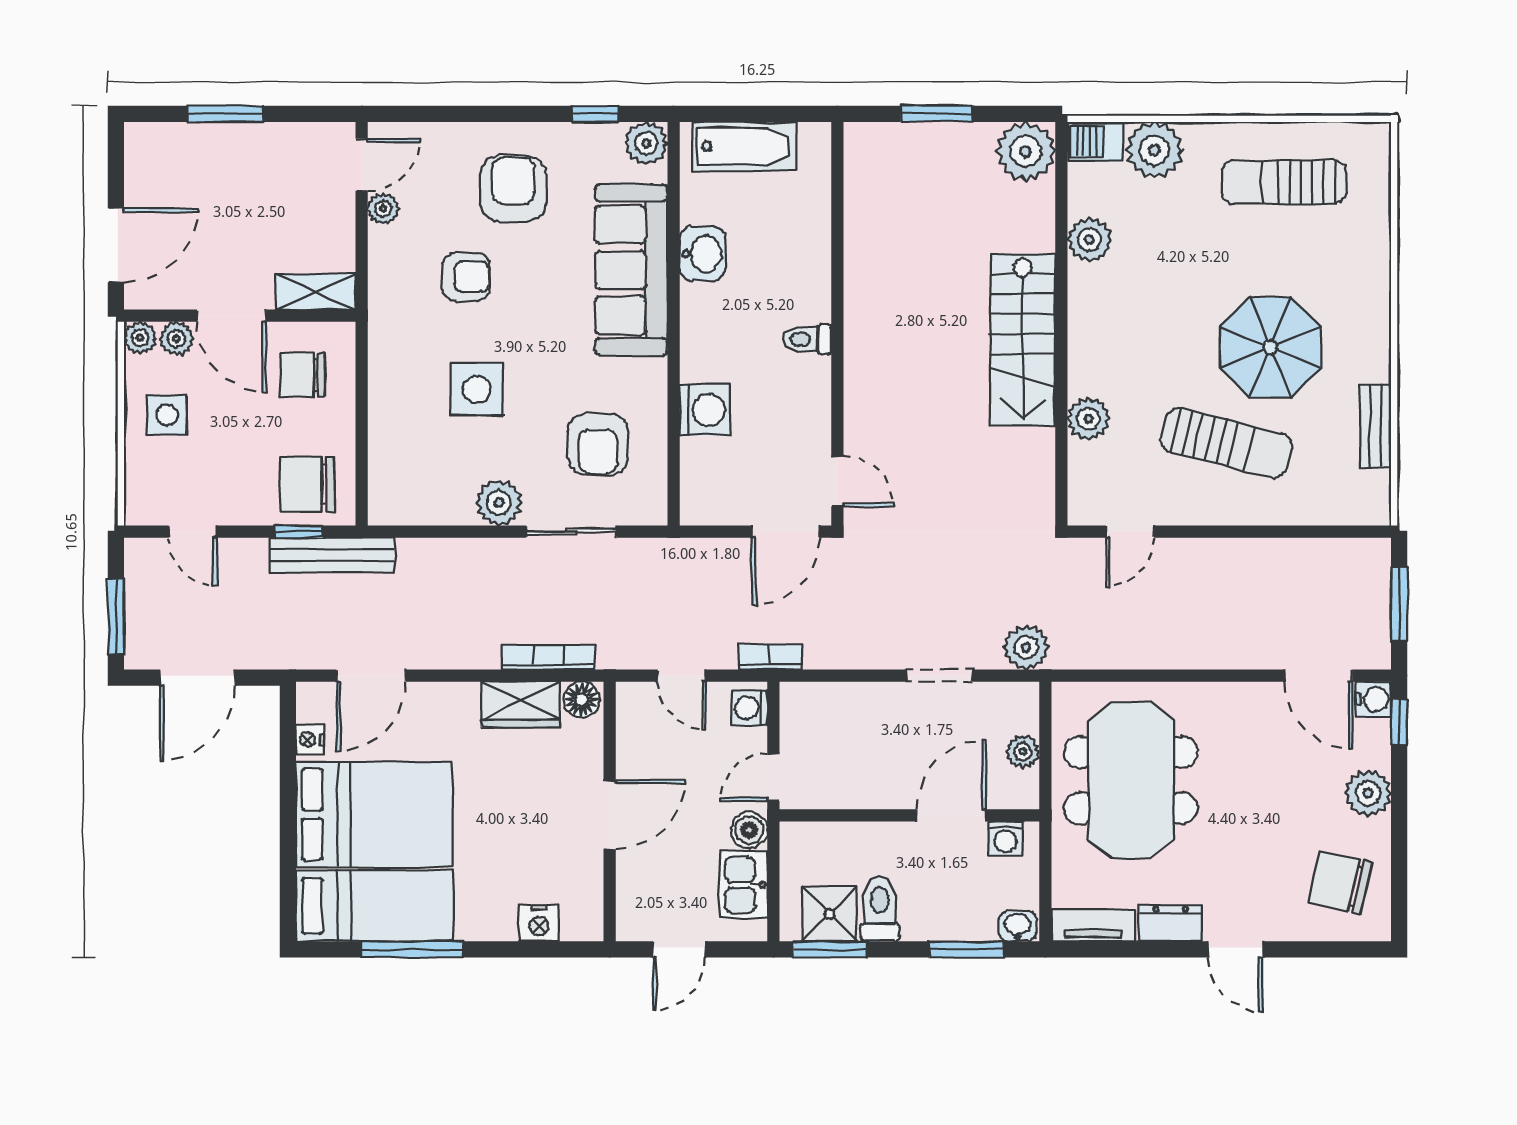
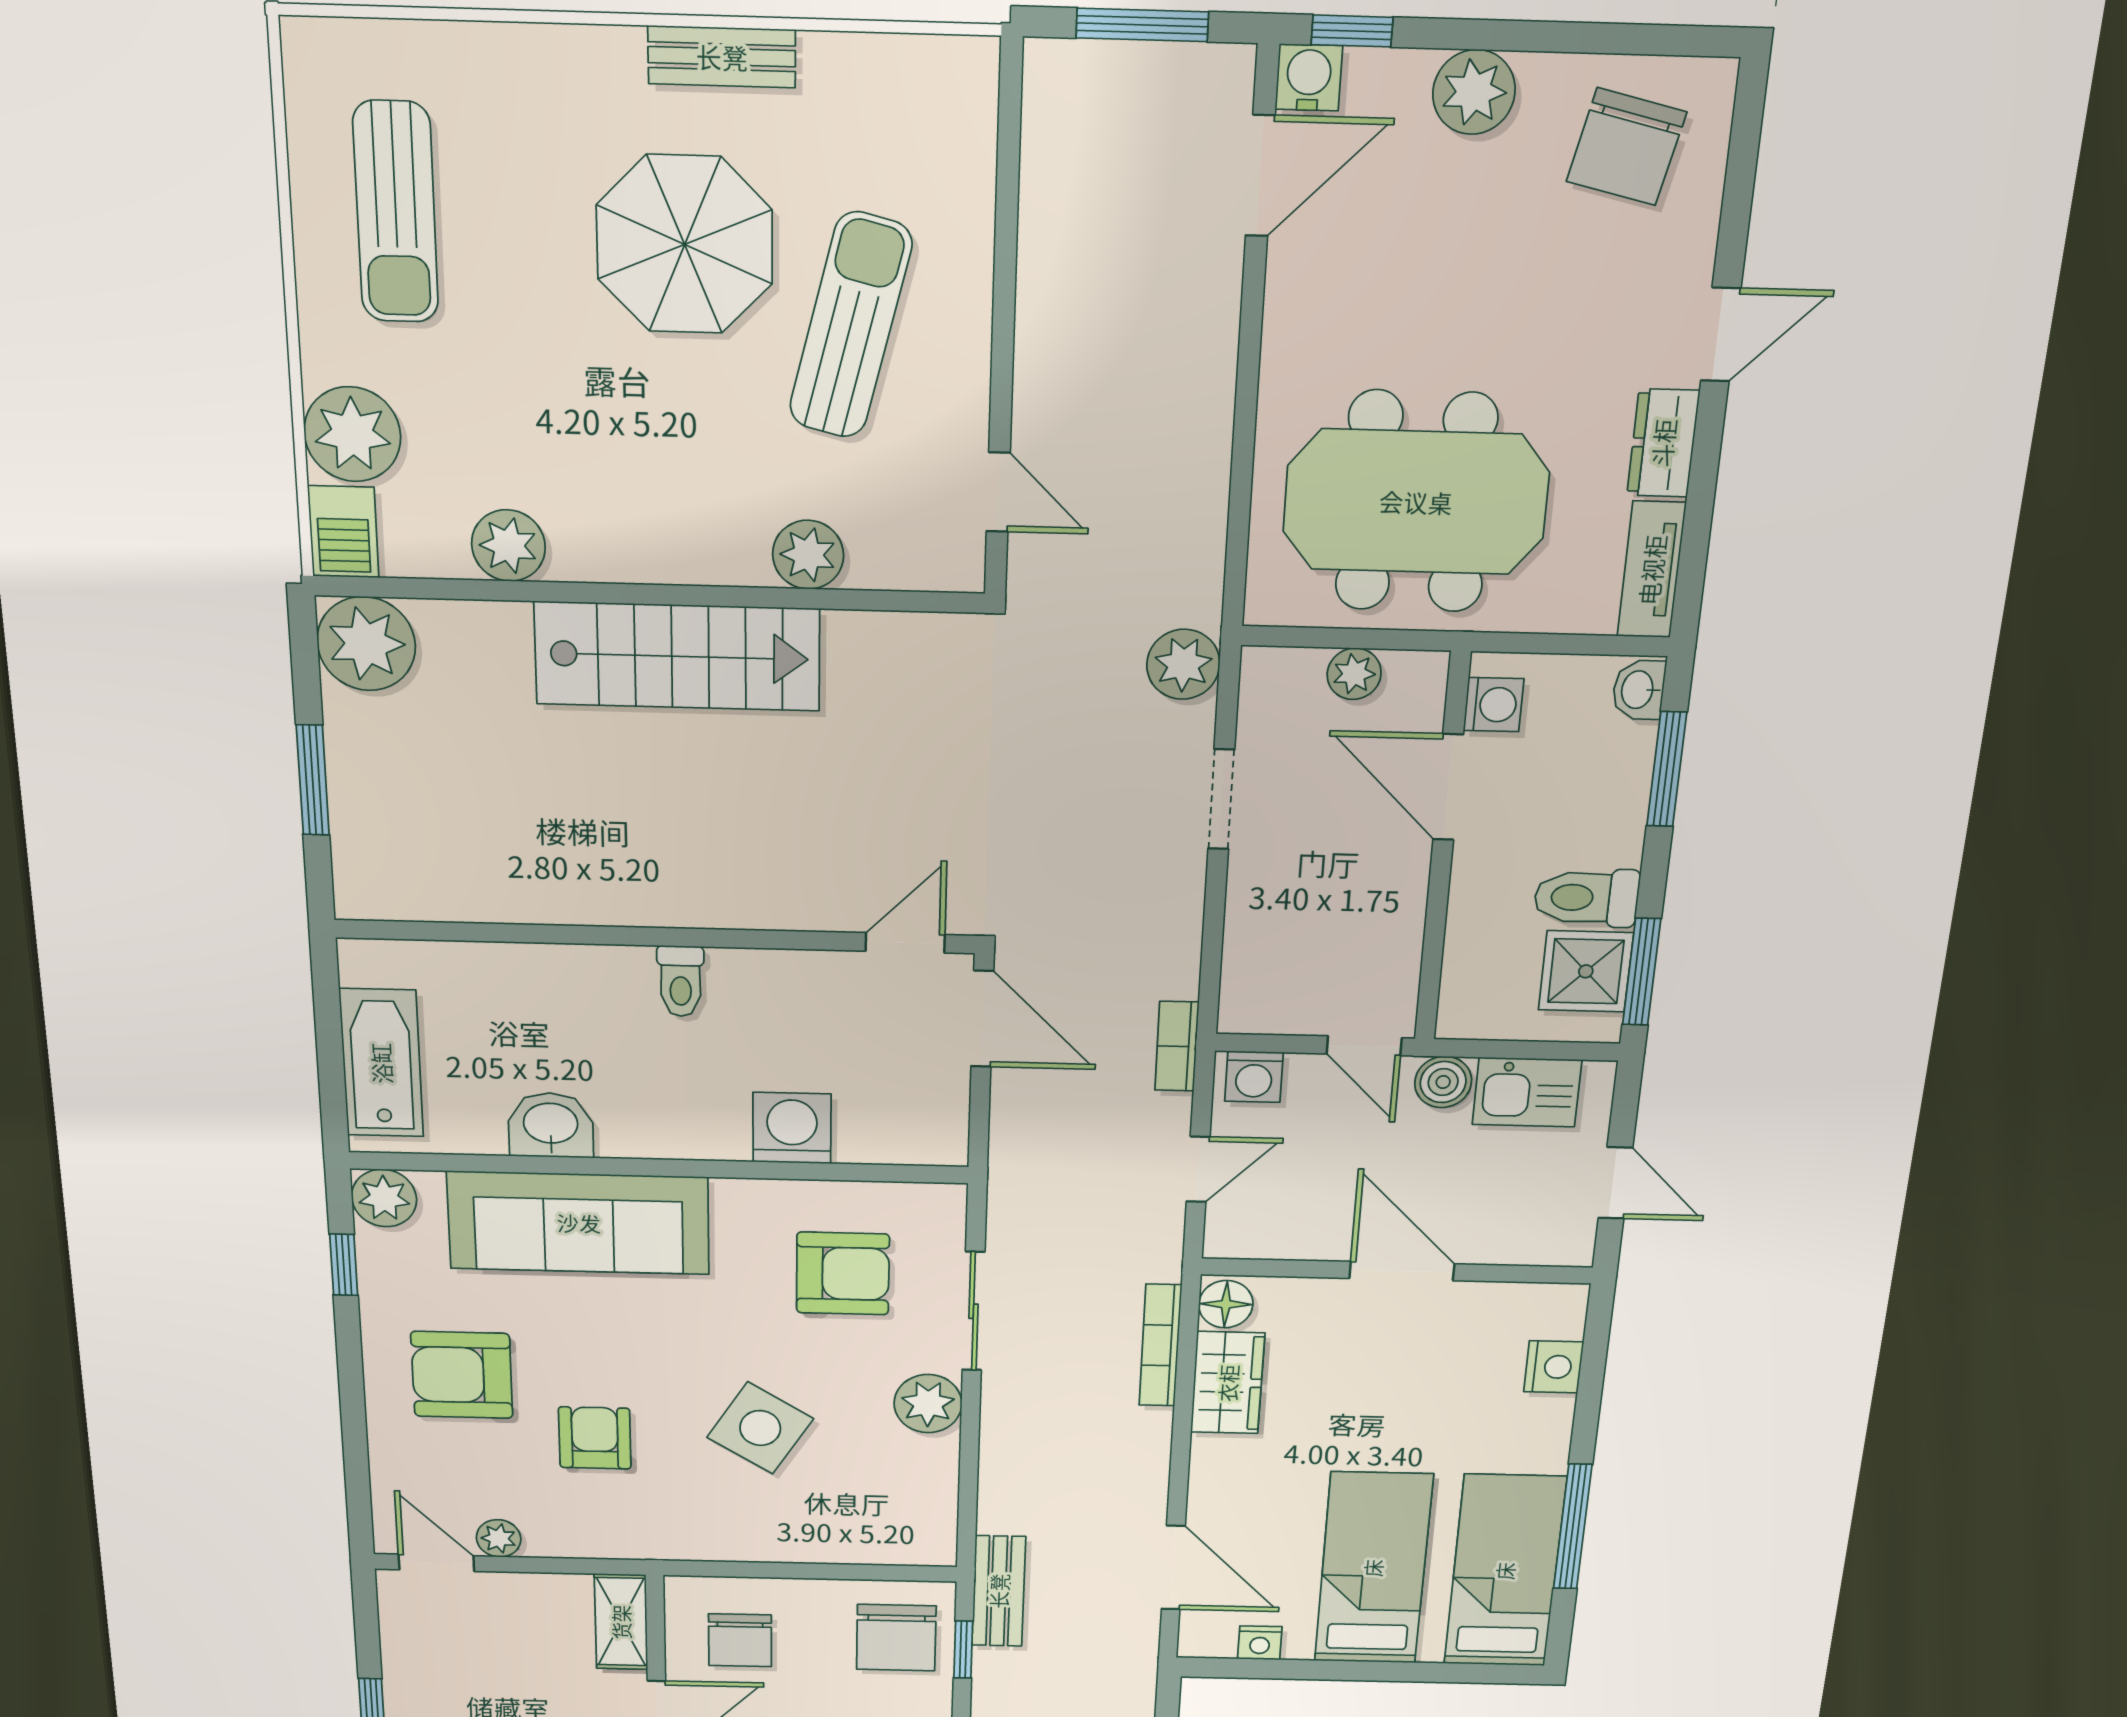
side table: (477, 389) -> (760, 1428), turned 32
bench: (1375, 426) -> (722, 57), moved
bench: (332, 555) -> (999, 1591), width x0.73
bed: (374, 815) -> (1373, 1568), width x0.67

